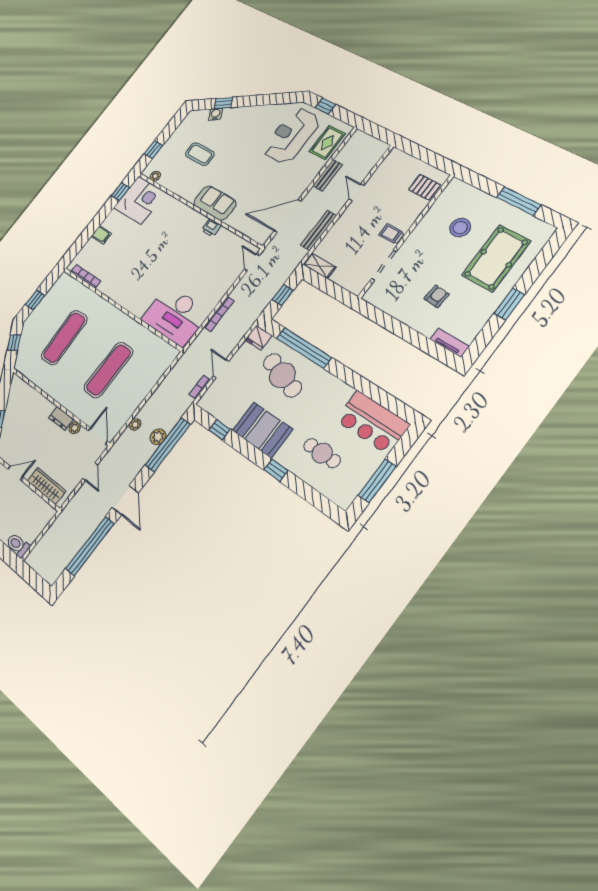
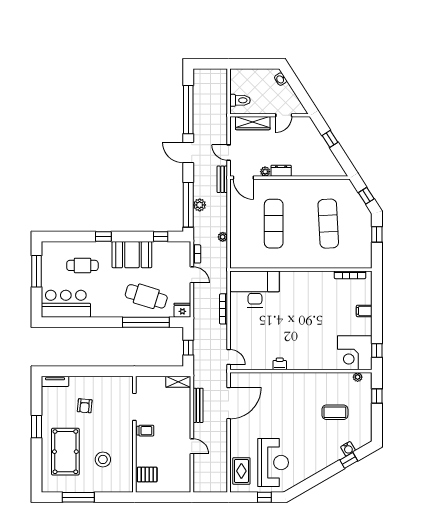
bench: (328, 175) -> (222, 179), moved
sofa: (215, 203) -> (292, 383), removed
plant: (135, 424) -> (223, 237), moved
toilet: (18, 545) -> (240, 100), moved

